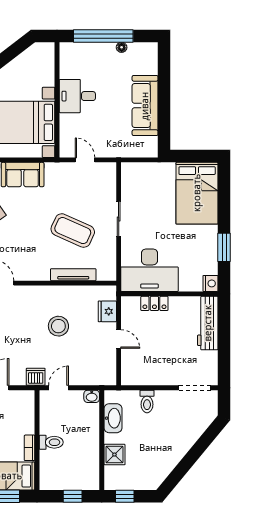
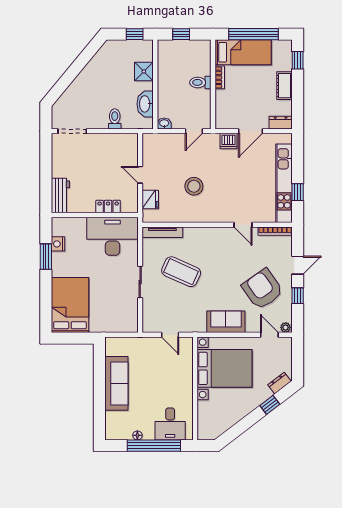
desk: (77, 96) -> (170, 424), moved, turned 90
tv unit: (73, 275) -> (162, 232), moved
nightstand: (210, 283) -> (58, 244), moved
workbench: (208, 323) -> (60, 196), width x0.73
dishwasher: (36, 377) -> (229, 141), moved

